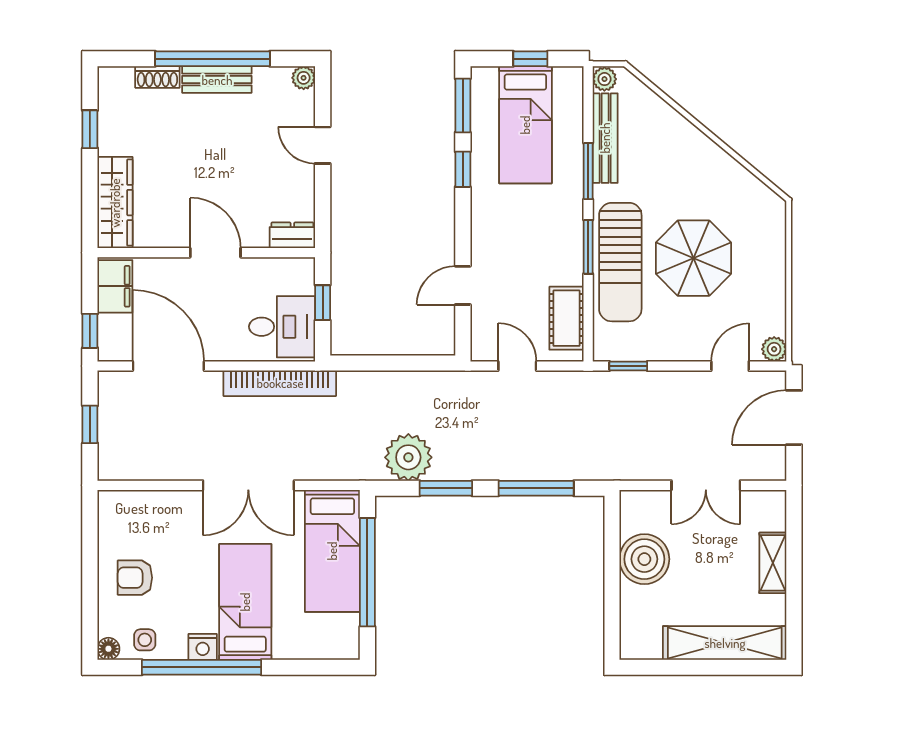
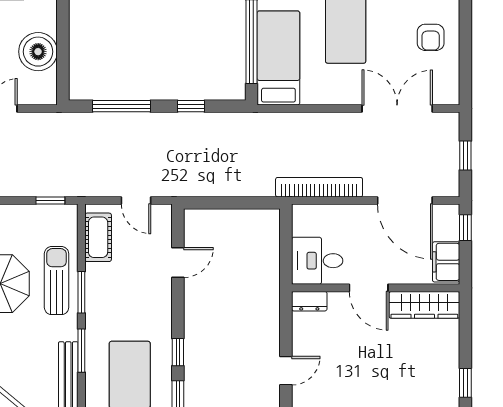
door: (323, 145) -> (286, 371), hinge flipped
wardrobe: (115, 203) -> (424, 305), moved, turned -90
sun lounger: (620, 262) -> (57, 281), width x0.73, depth x0.75
window: (323, 303) -> (286, 249), removed
desk: (282, 327) -> (317, 261), moved
plant: (408, 457) -> (220, 130), removed
double door: (248, 485) -> (397, 109), moved
window: (446, 488) -> (191, 106), width x0.67
armchair: (135, 578) -> (431, 37), turned 90

